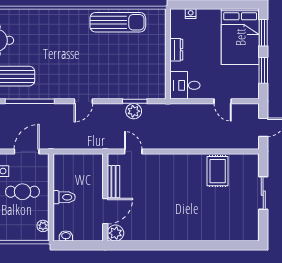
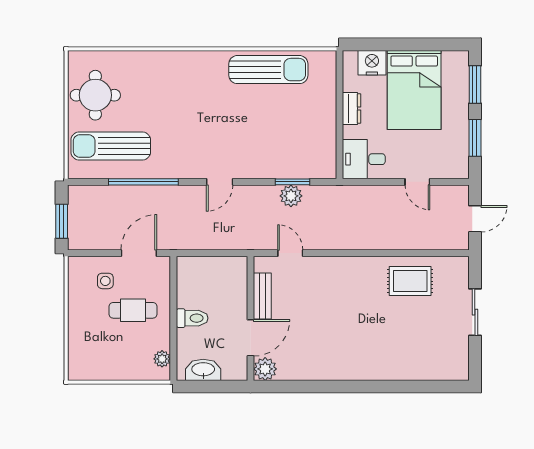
nightstand: (191, 14) -> (372, 63), width x1.89, depth x1.79
bed: (240, 37) -> (414, 90), moved
rug: (218, 171) -> (410, 281), turned 90
washbasin: (66, 236) -> (203, 370), width x1.91, depth x1.45

